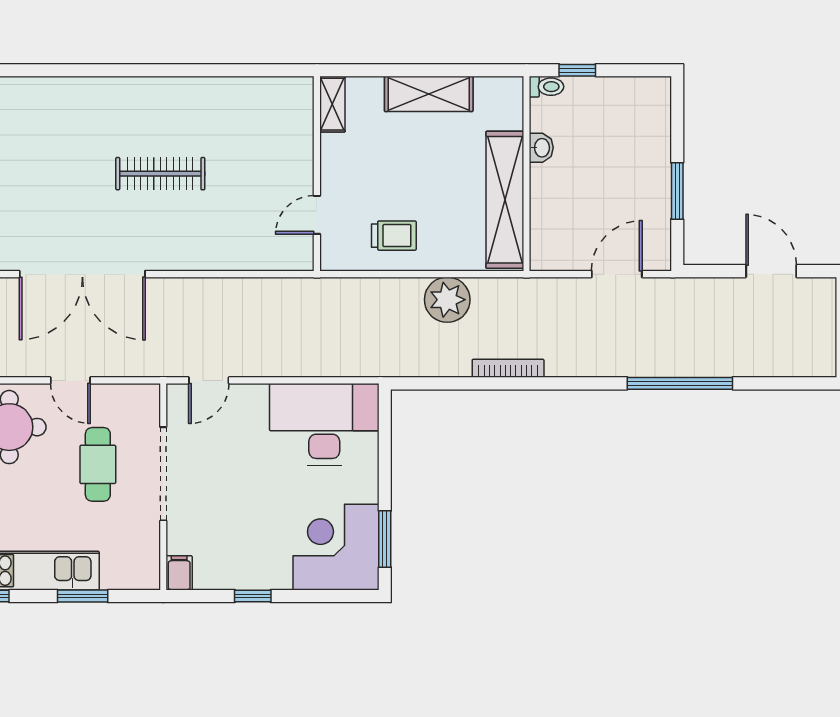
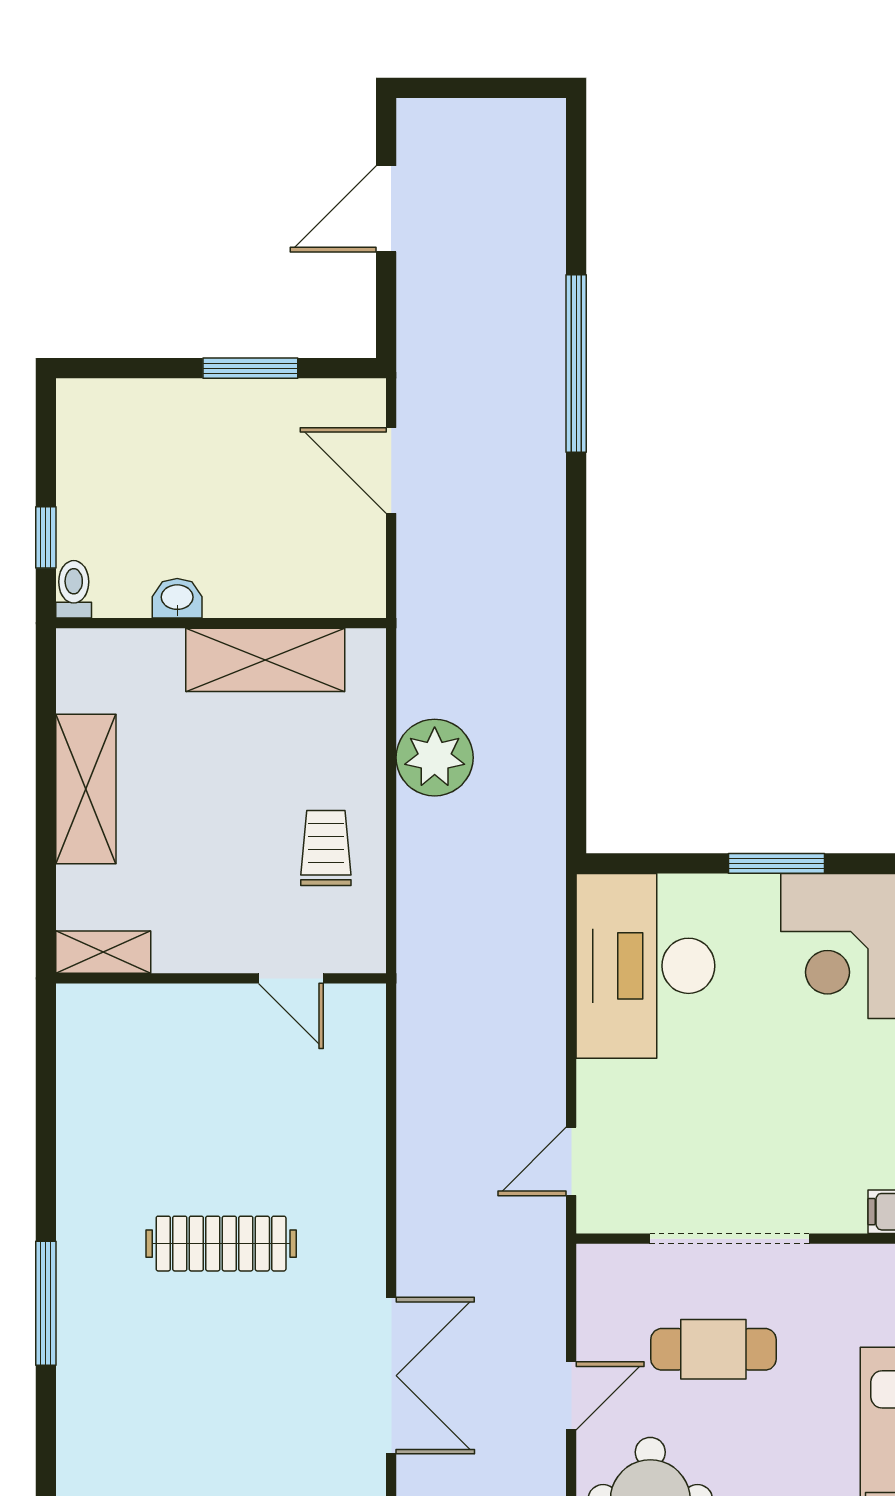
window: (125, 70) -> (46, 1303), added
clothes rail: (160, 174) -> (221, 1244), turned 90
shelving: (505, 200) -> (265, 660), width x0.68
double door: (82, 274) -> (391, 1376), width x0.73
bookcase: (508, 368) -> (551, 655), removed
door: (209, 380) -> (571, 1161), swing flipped
window: (385, 539) -> (776, 863), moved

